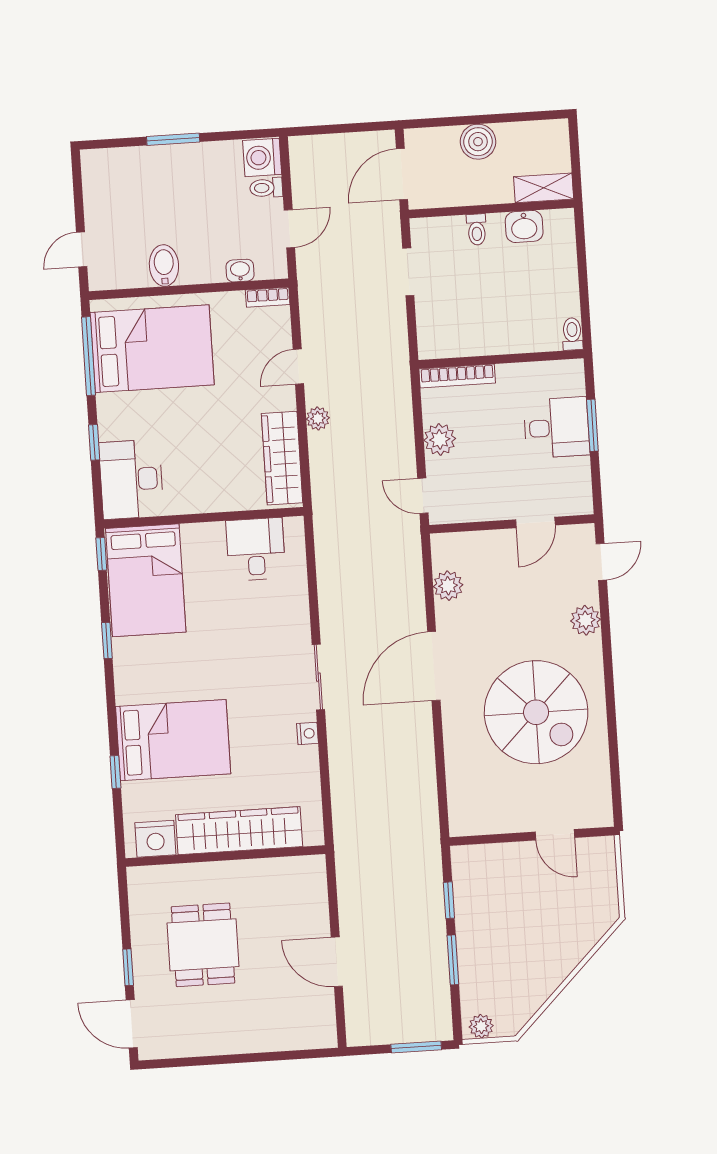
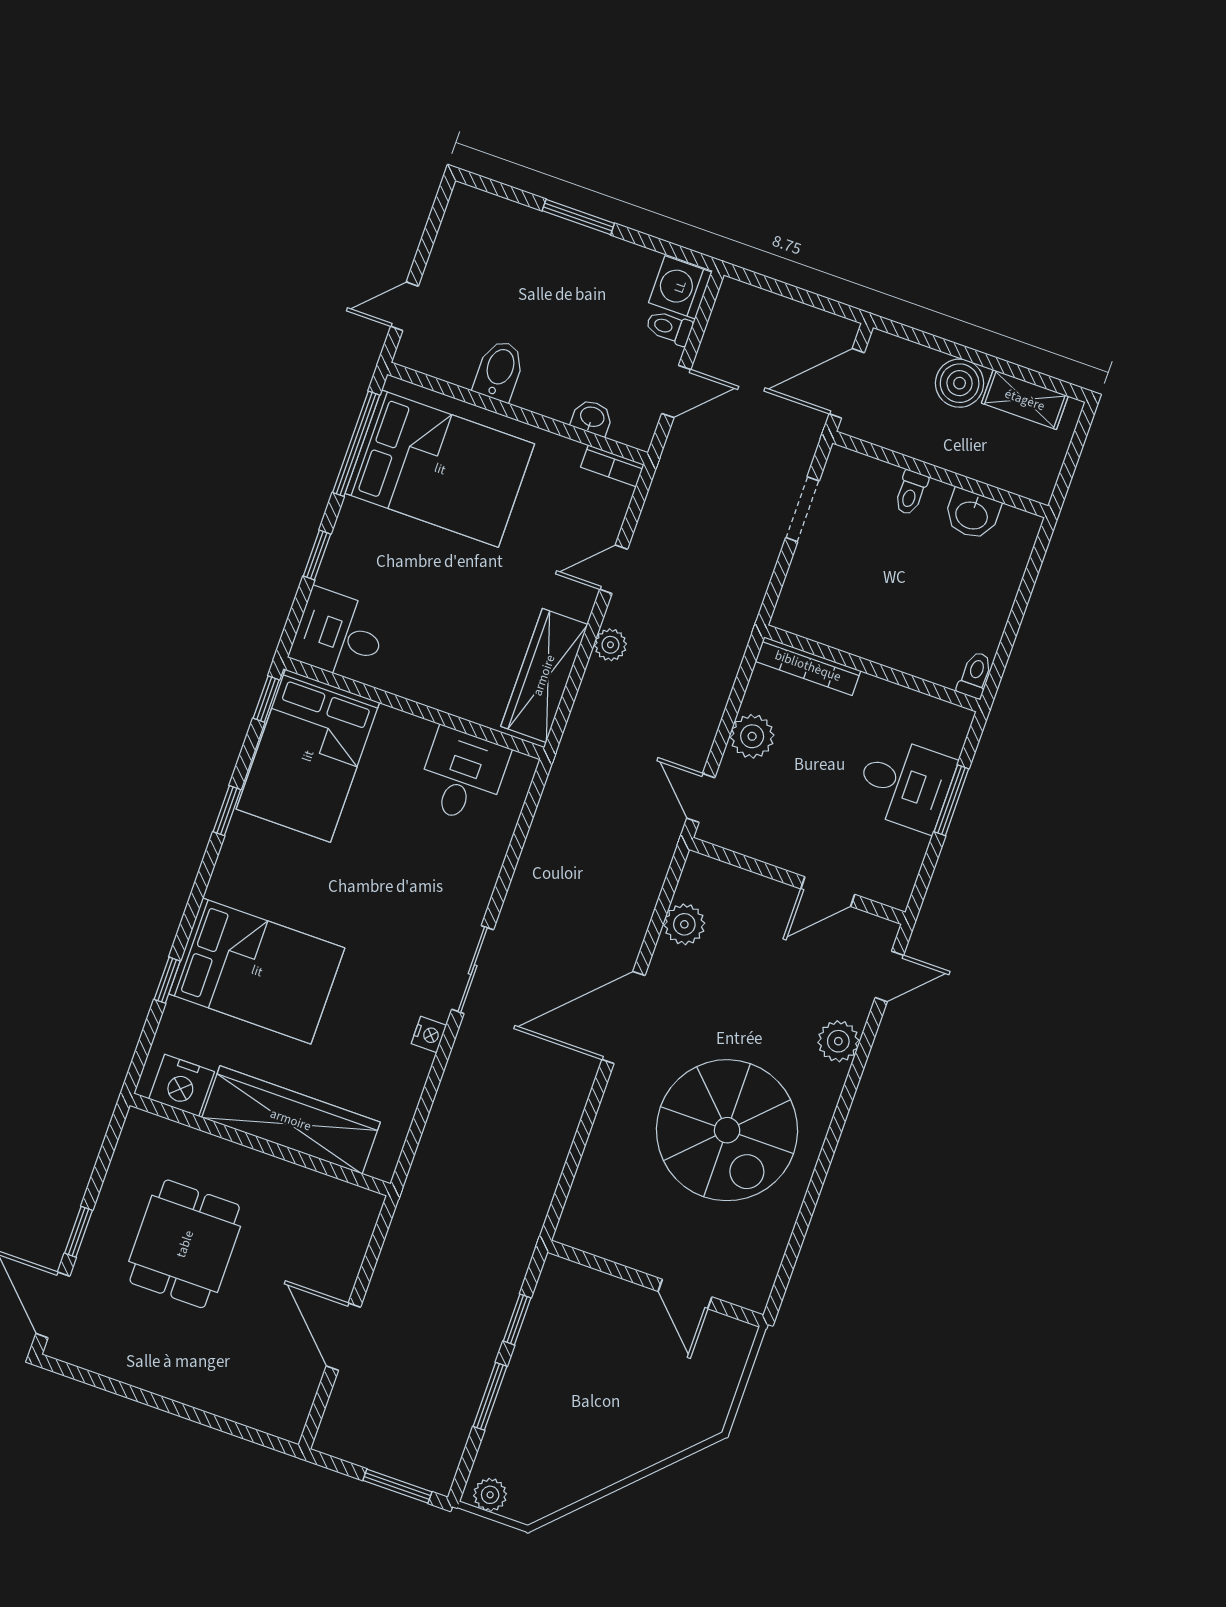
shelving: (544, 188) -> (1025, 400), moved
desk: (131, 479) -> (339, 635), width x0.73

